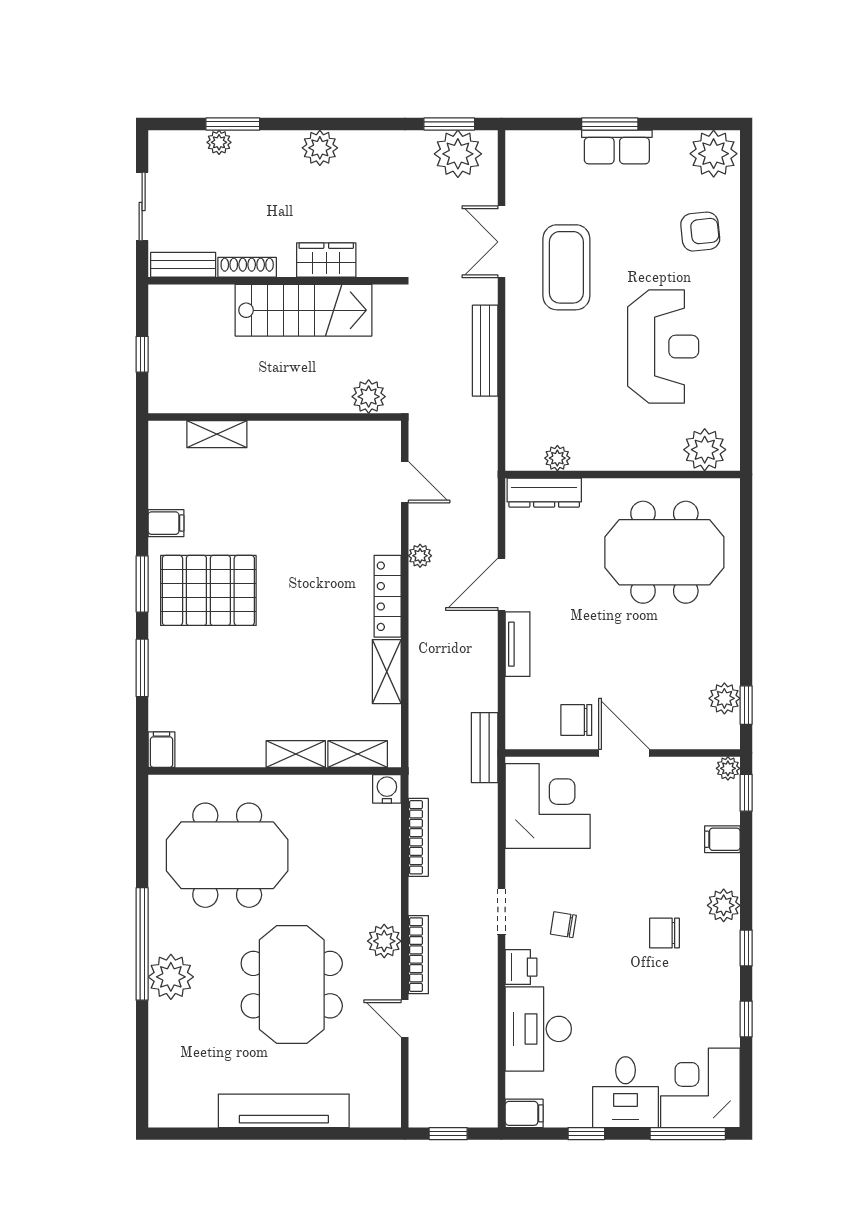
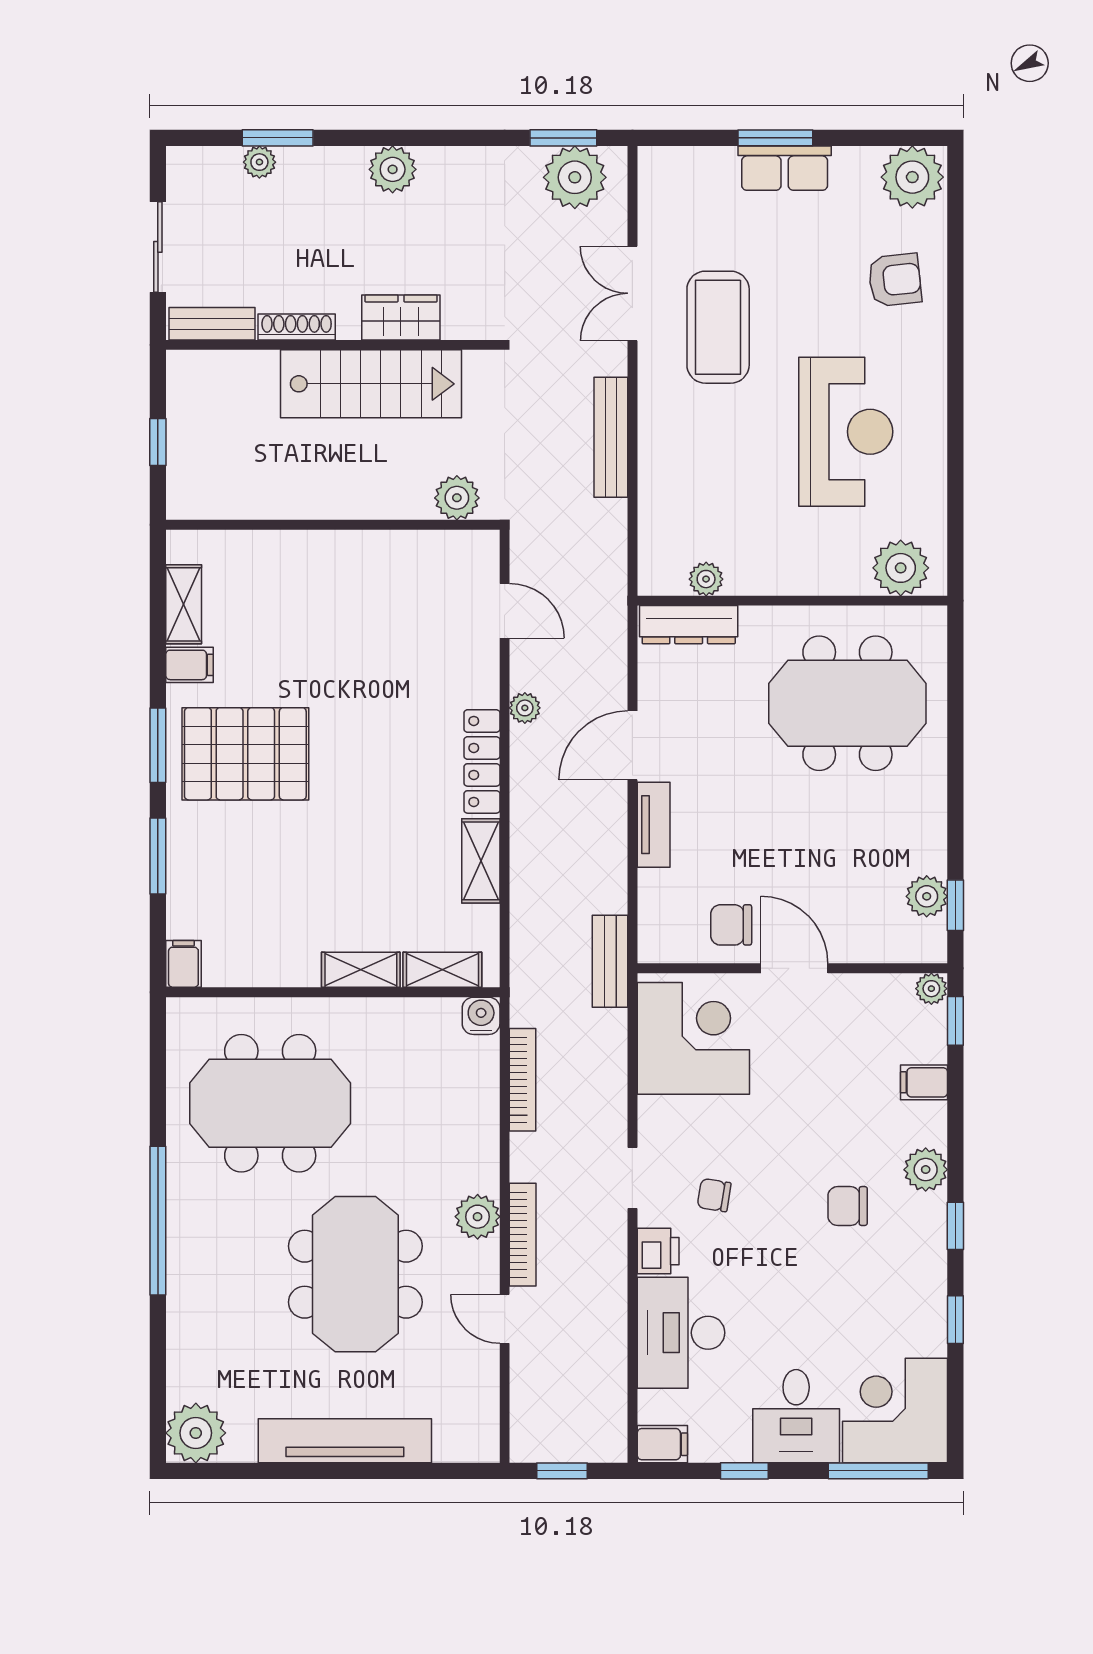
shelving: (217, 434) -> (184, 604), moved, turned 90
plant: (171, 977) -> (196, 1433), moved

